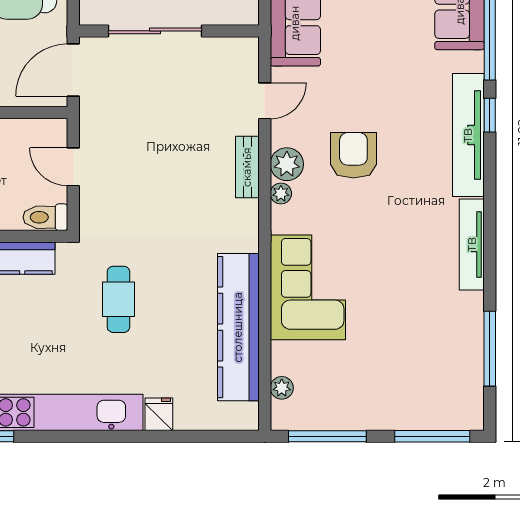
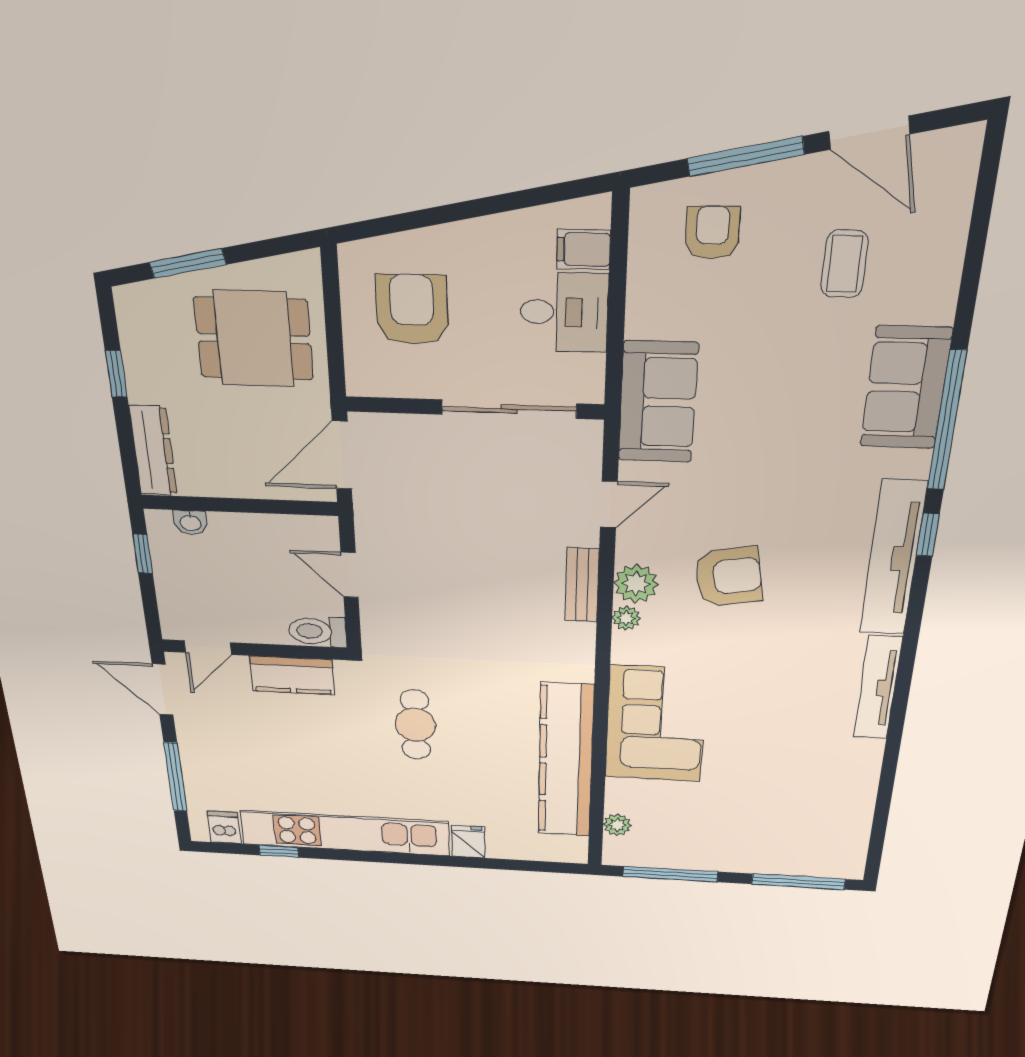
sliding door: (155, 31) -> (509, 409), moved
armchair: (353, 155) -> (728, 577), turned 80
window: (490, 349) -> (884, 800), removed

